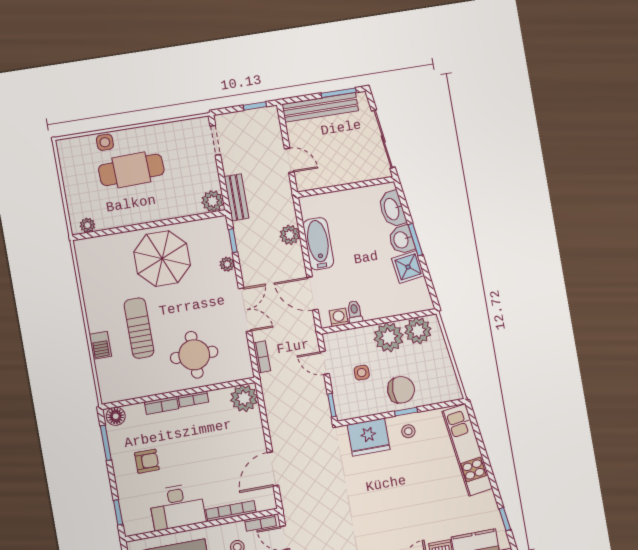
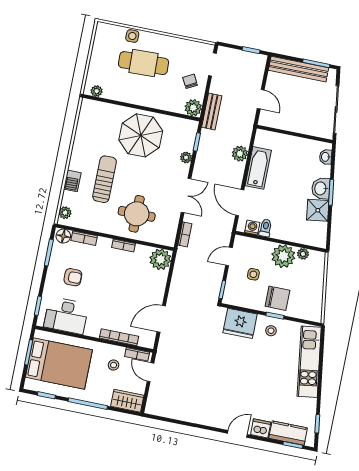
chair: (196, 171) -> (190, 81), added
washbasin: (392, 209) -> (326, 157), width x0.52, depth x0.69
plant: (418, 331) -> (303, 254), width x0.53, depth x0.53
door: (325, 363) -> (229, 256), hinge flipped
plant: (107, 387) -> (65, 213), added
bookcase: (162, 405) -> (84, 238), moved
desk: (177, 507) -> (66, 316), moved

